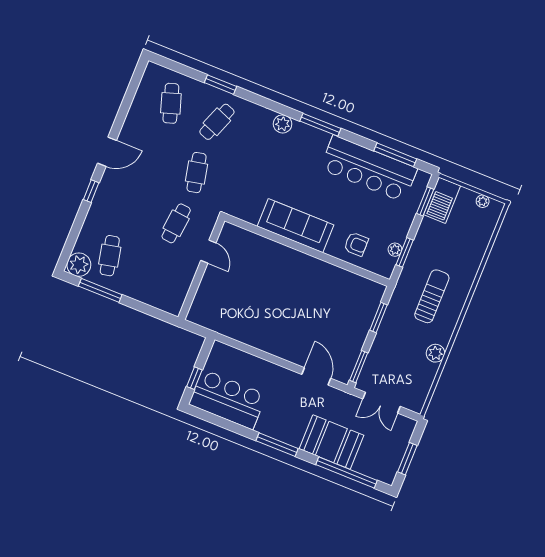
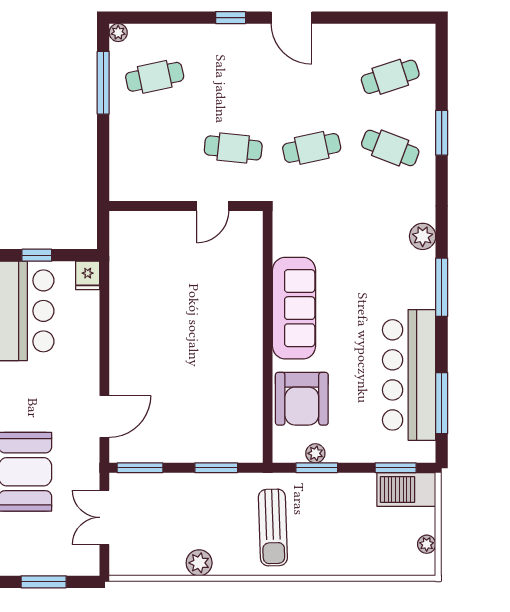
armchair: (356, 244) -> (302, 399), width x1.88, depth x1.88
plant: (79, 265) -> (118, 33), width x0.53, depth x0.53
sun lounger: (432, 296) -> (273, 527), turned 88
fridge: (221, 351) -> (88, 275), added

